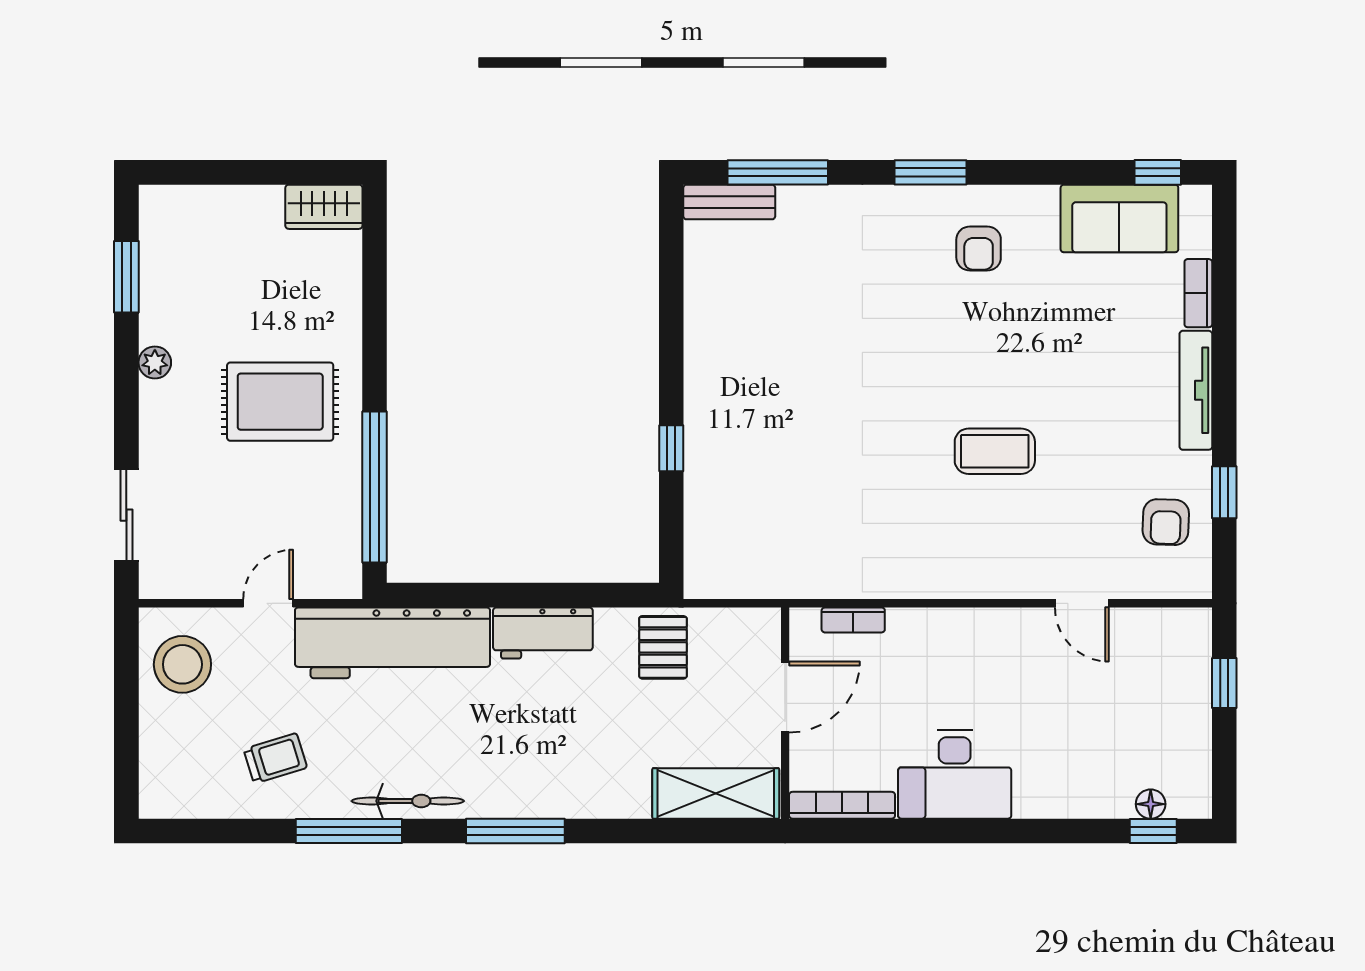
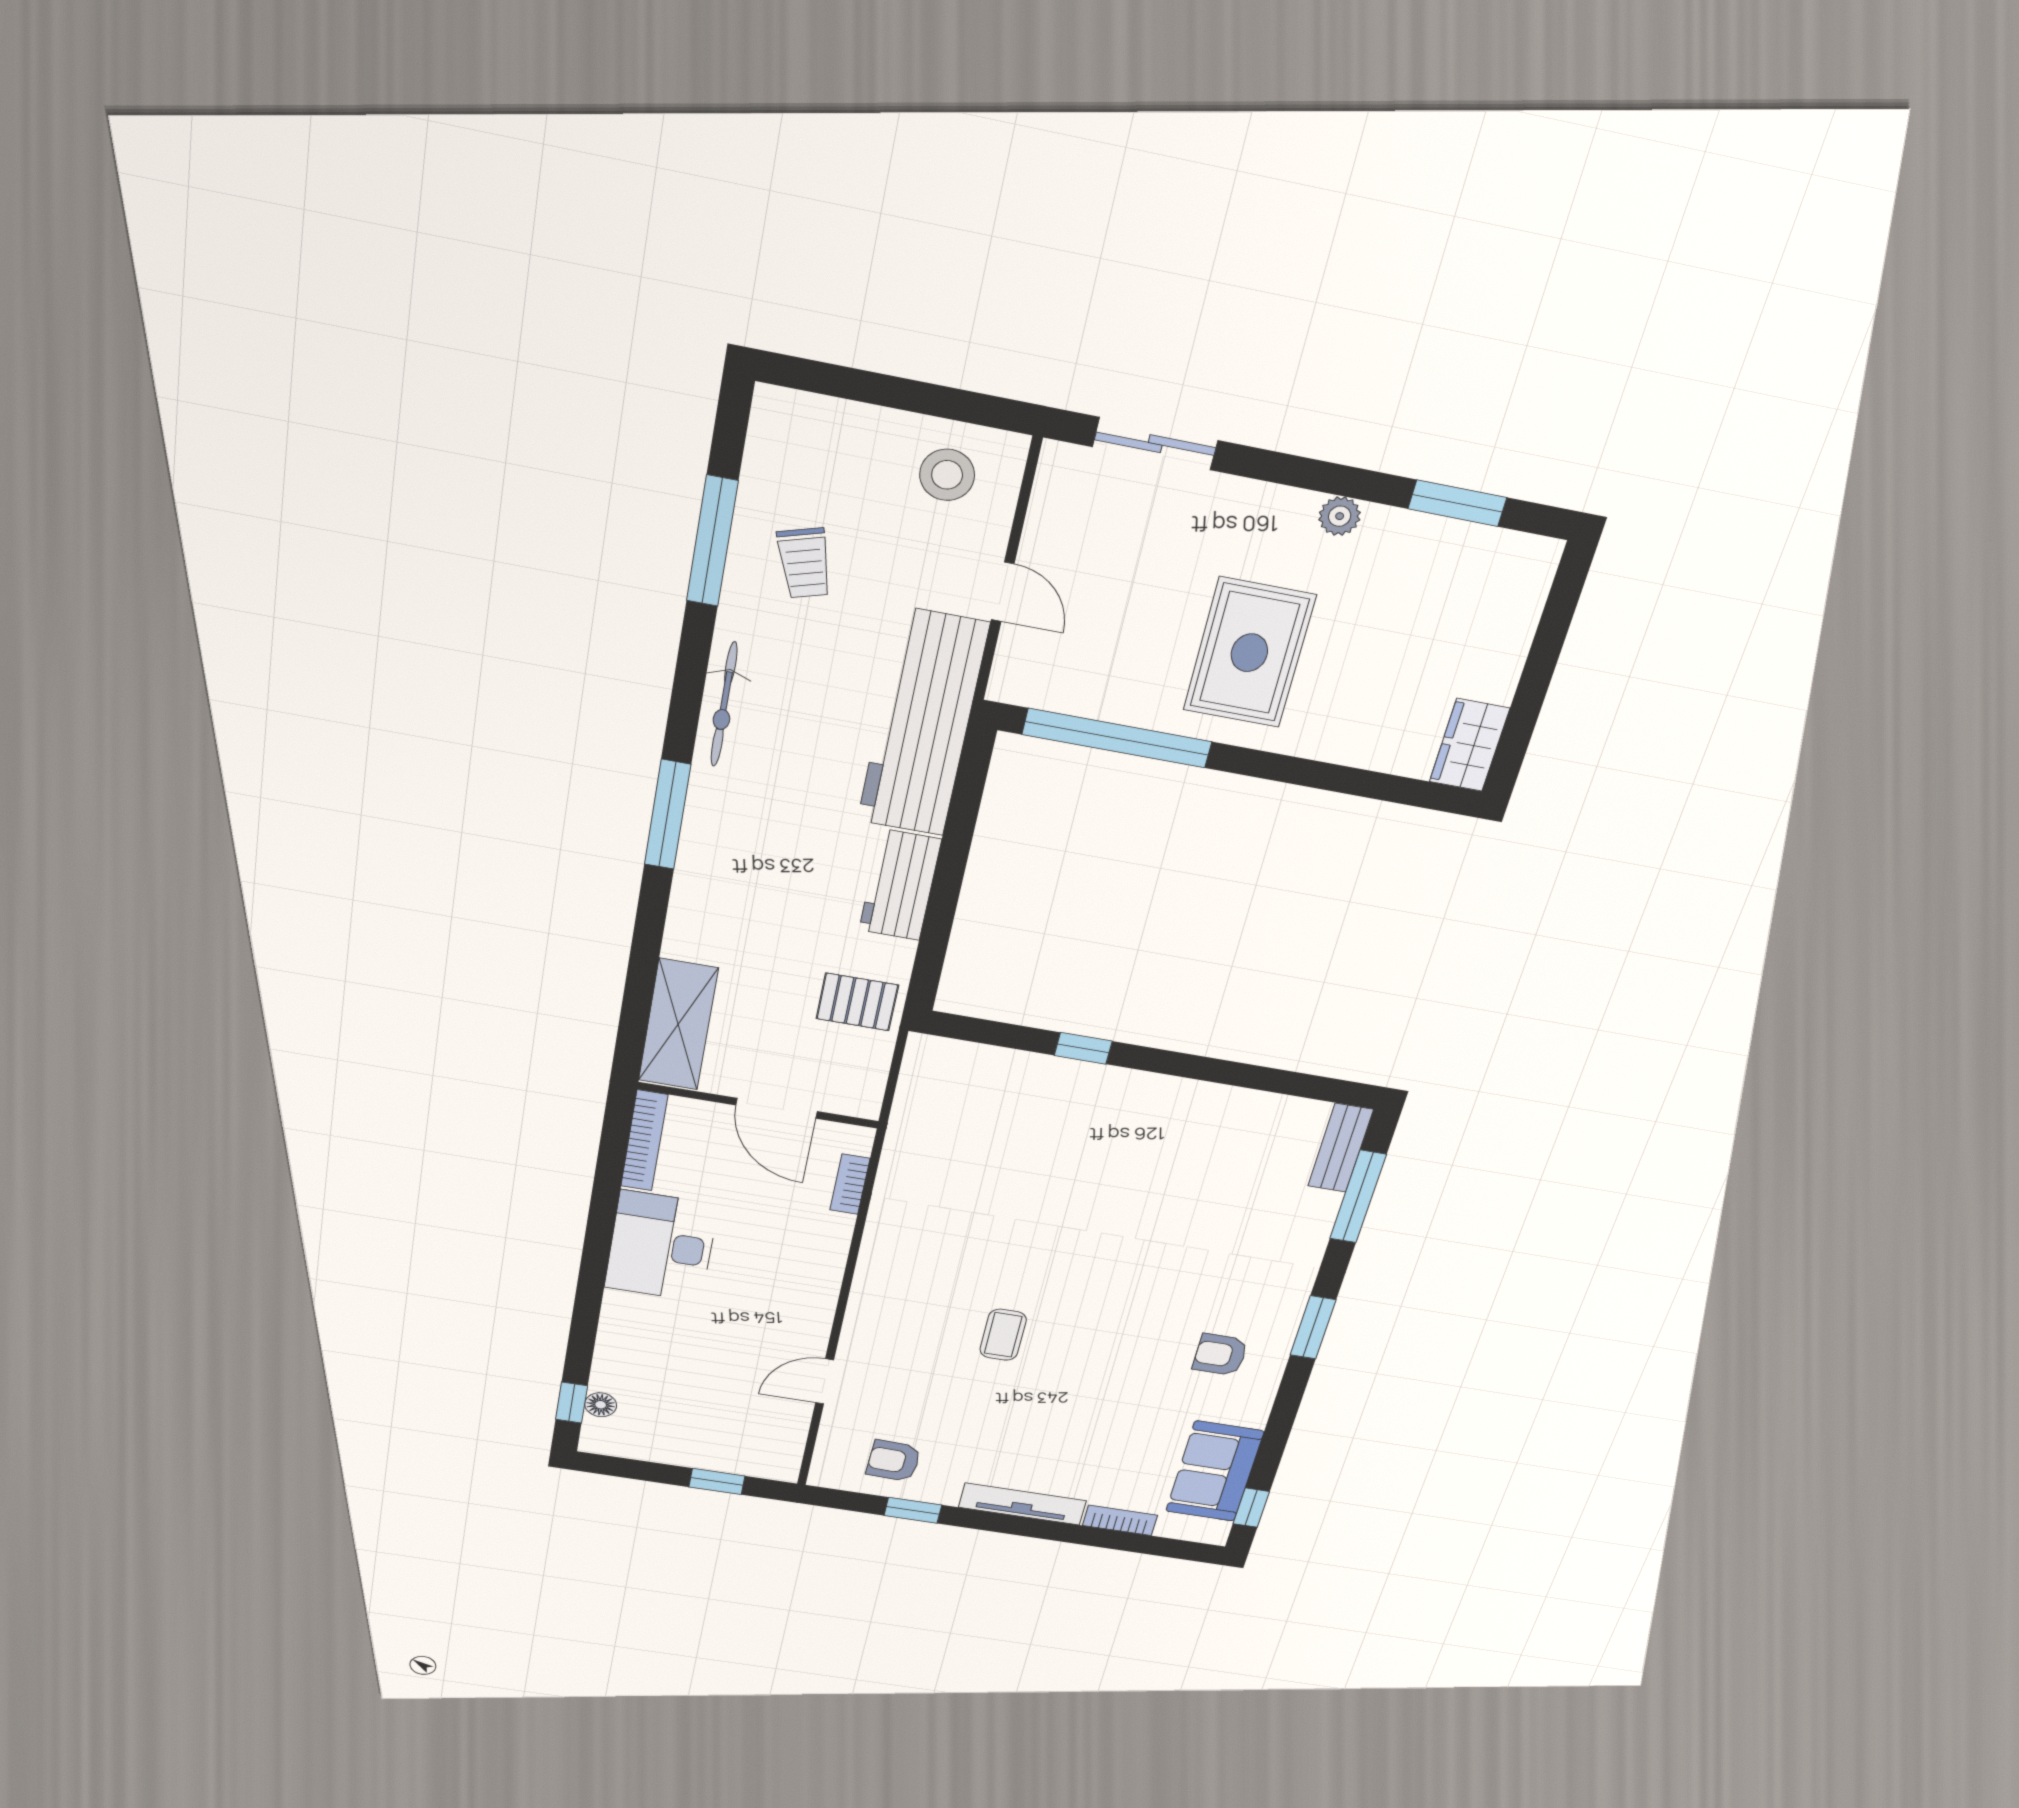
coffee table: (995, 451) -> (1003, 1335), width x0.73, depth x0.77
stool: (182, 664) -> (947, 475), width x0.73, depth x0.73
window: (349, 831) -> (712, 541), moved

